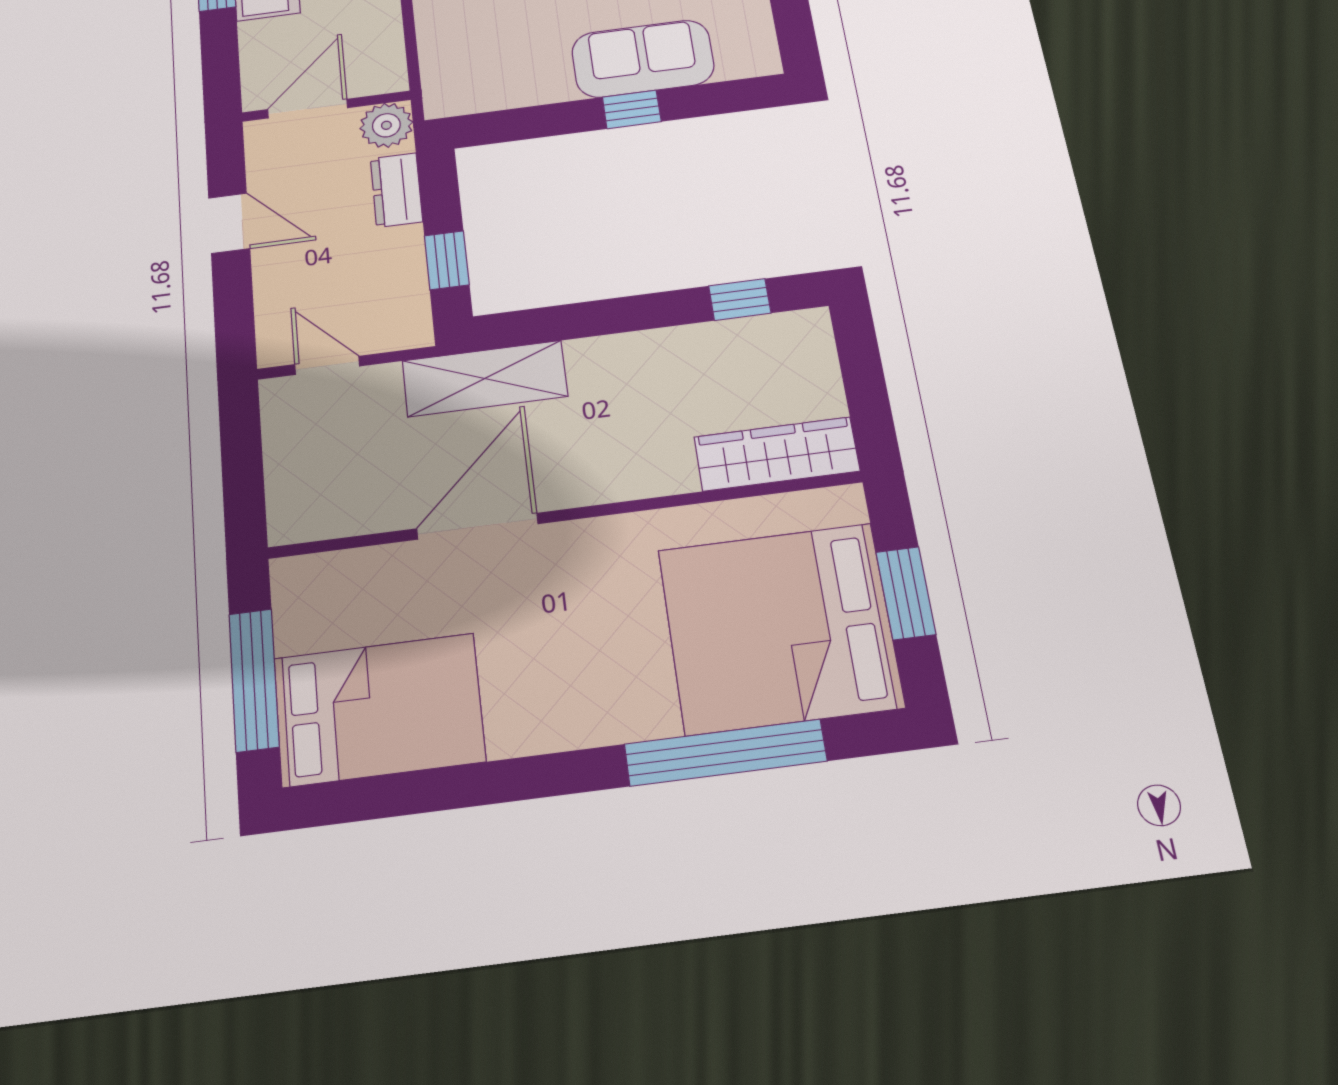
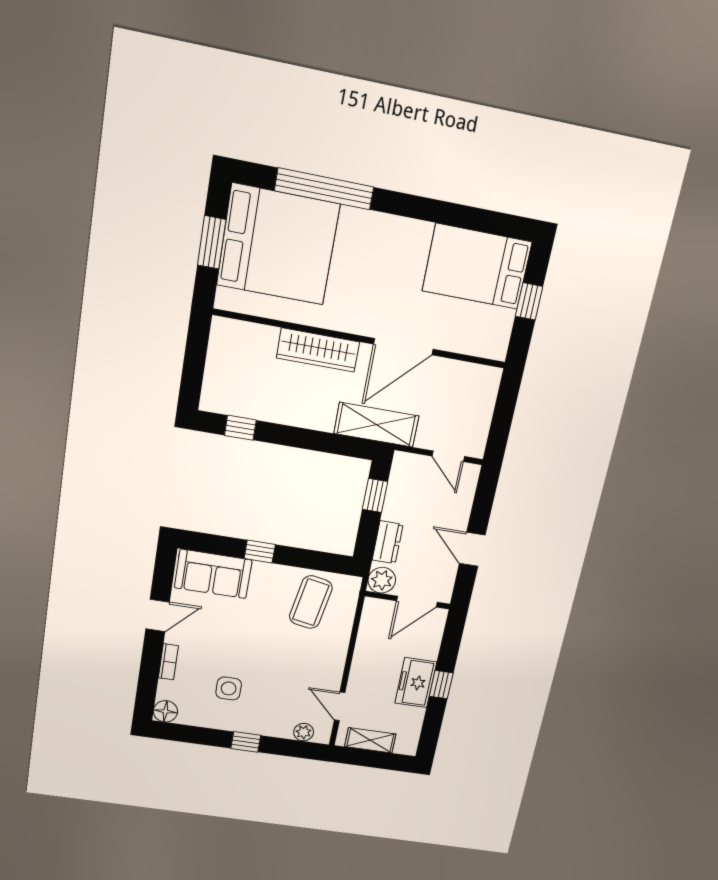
coffee table: (508, 54) -> (311, 602), added
sofa: (643, 59) -> (213, 574), moved
wardrobe: (777, 454) -> (318, 350), moved
window: (254, 680) -> (529, 301), width x0.46

